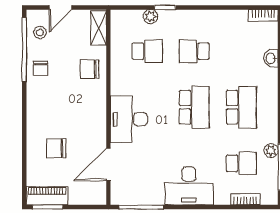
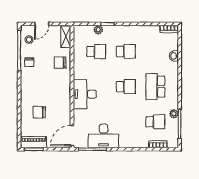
school desk: (194, 51) -> (126, 51), turned 180
school desk: (194, 107) -> (126, 87), width x0.54
school desk: (241, 107) -> (155, 87), turned 180
door: (108, 165) -> (72, 136), moved
desk: (189, 186) -> (104, 136), moved

